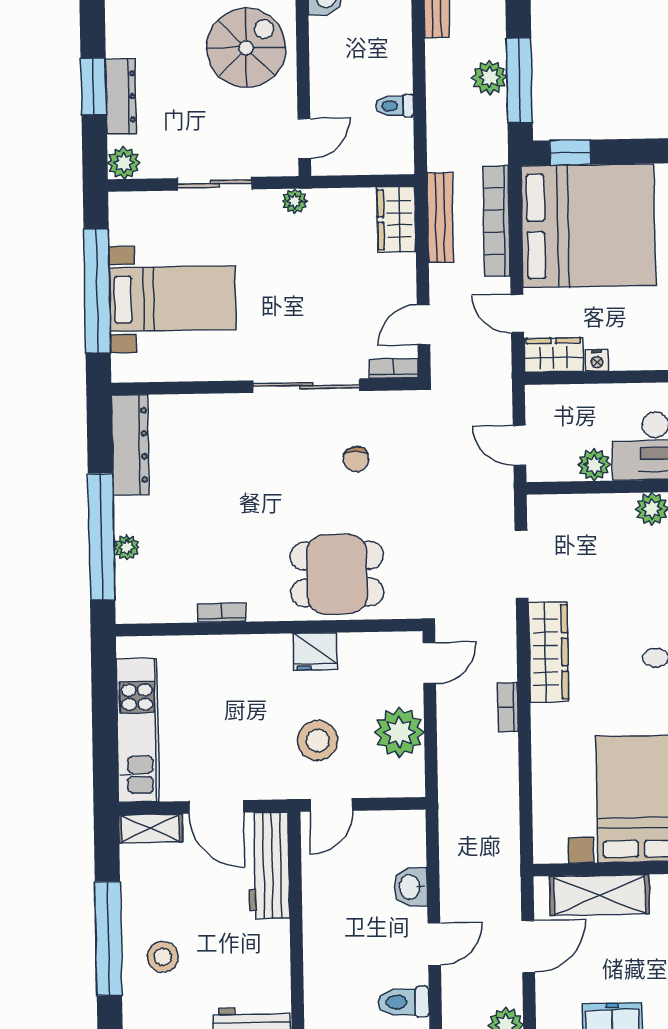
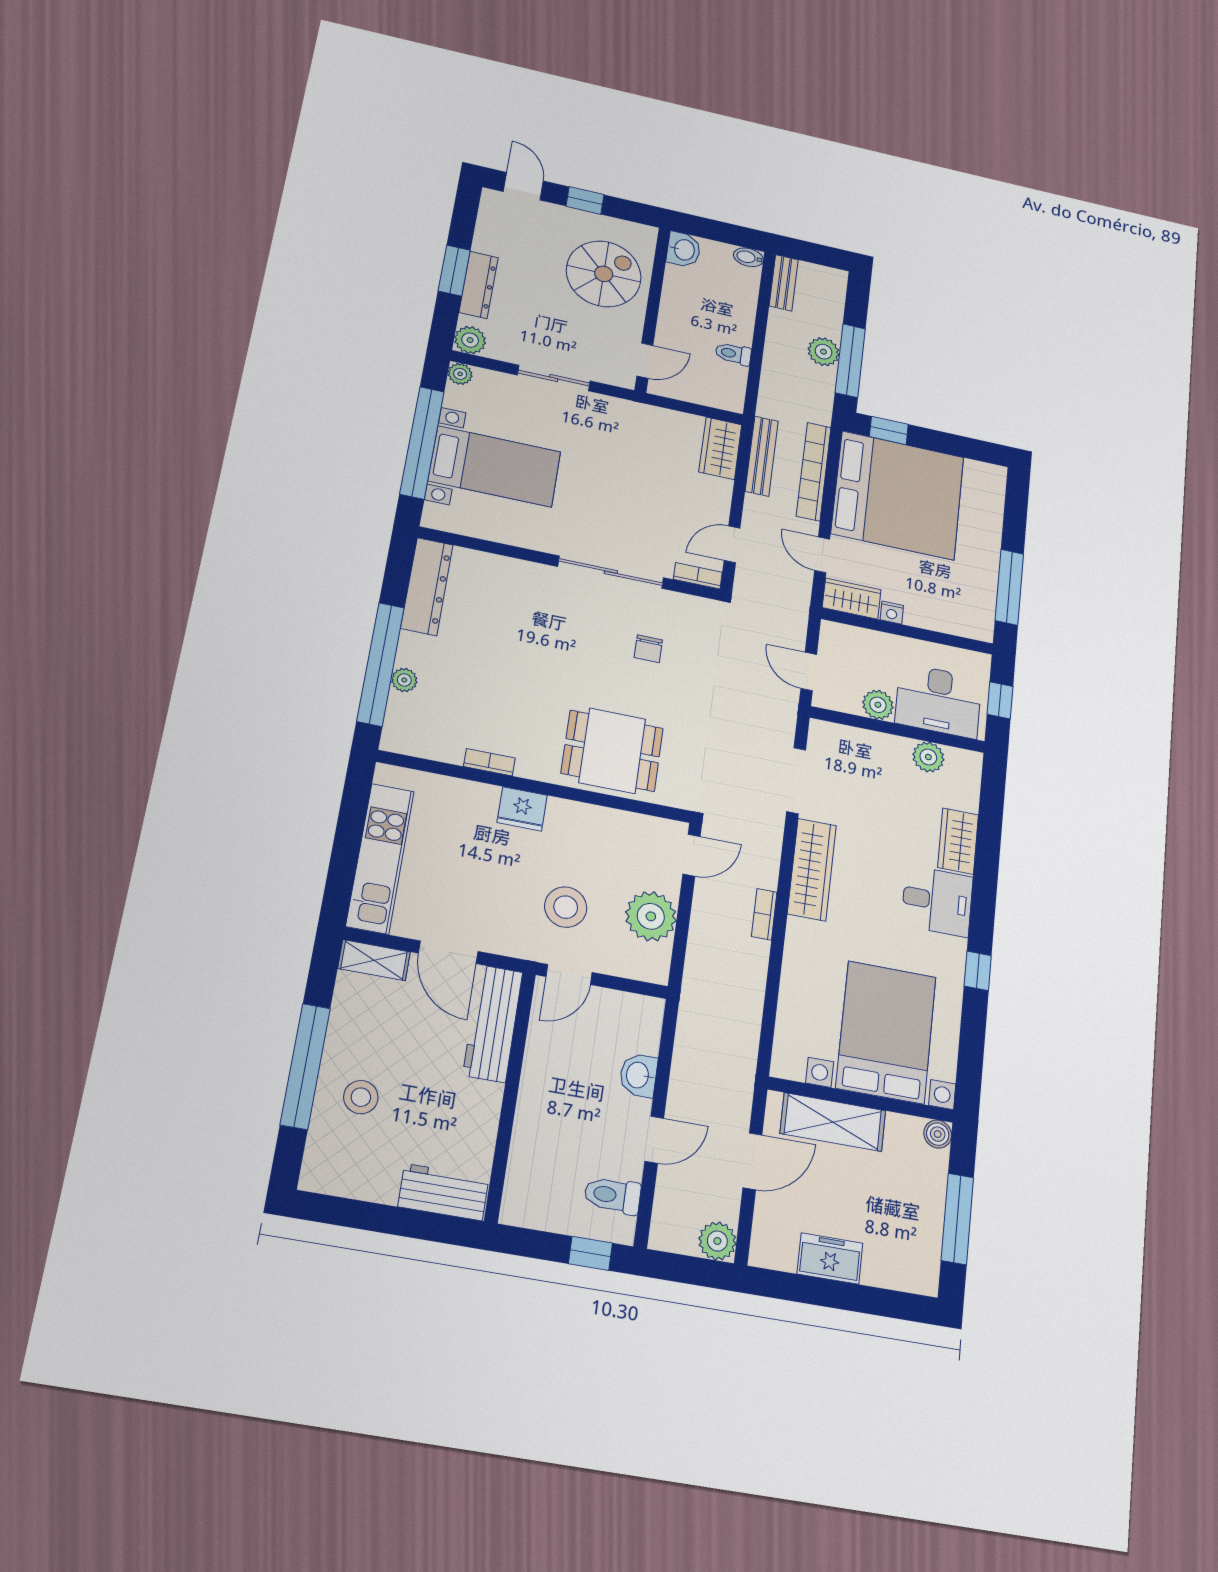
plant: (295, 201) -> (460, 374), moved
fridge: (315, 652) -> (522, 809), moved

